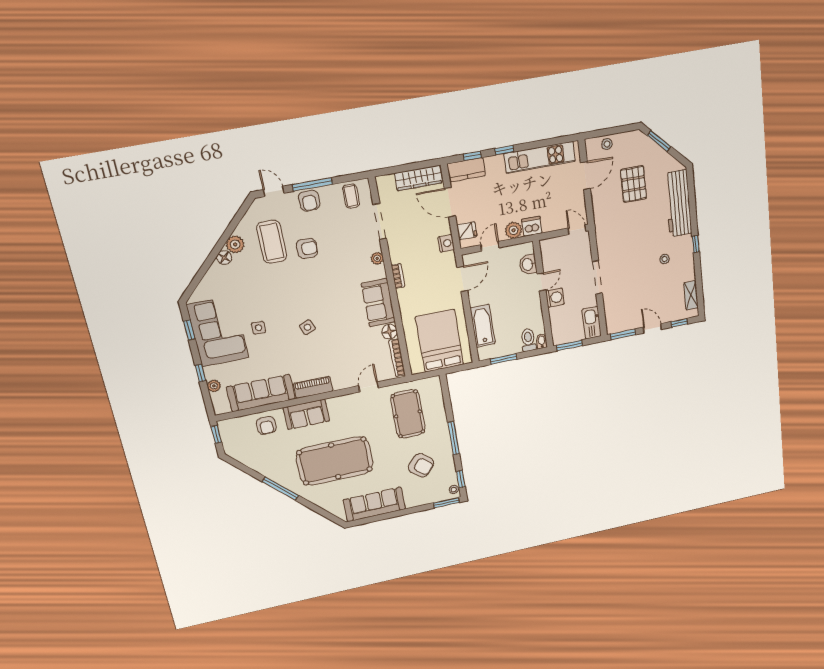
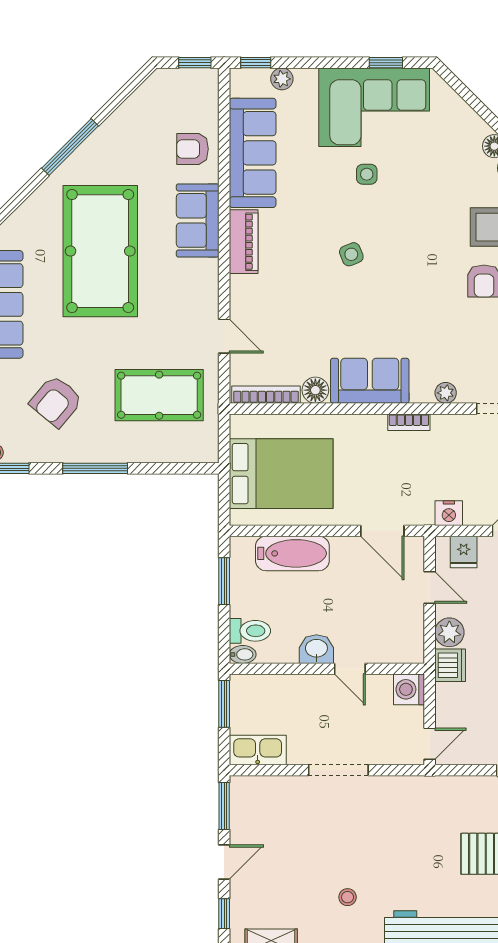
washbasin: (528, 264) -> (316, 649), moved
washing machine: (555, 298) -> (409, 689), moved, turned 90
window: (200, 373) -> (256, 63), moved

